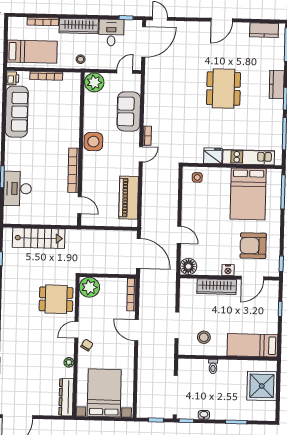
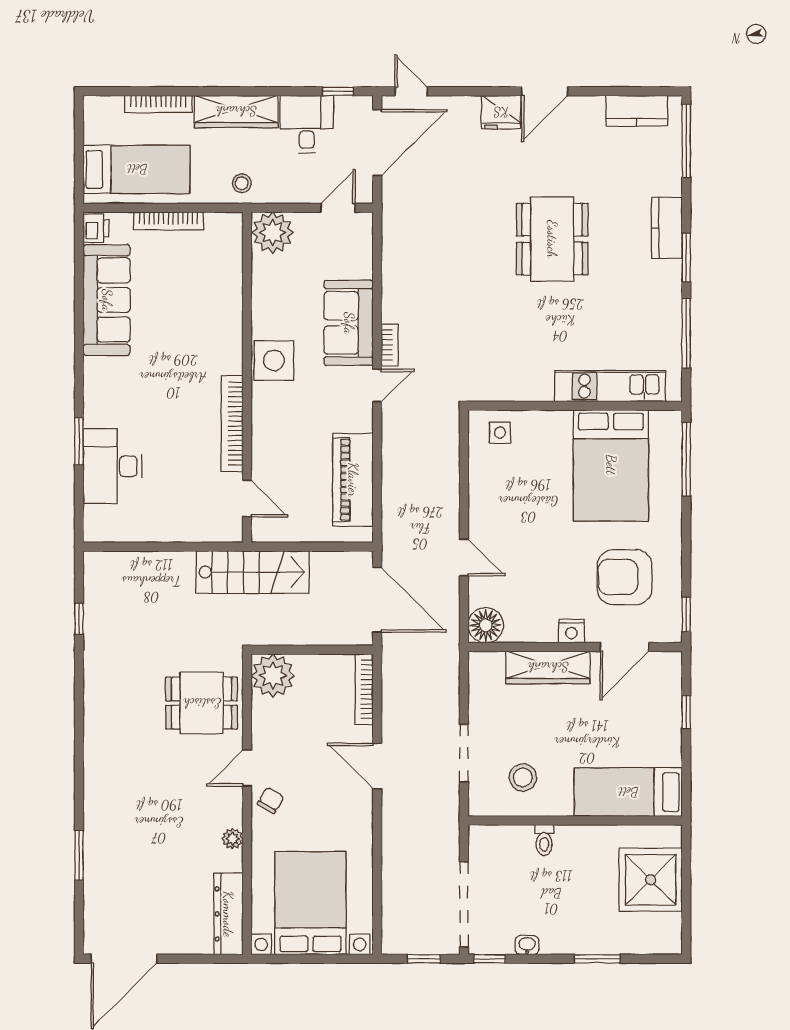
sofa: (129, 111) -> (349, 323), moved
fridge: (213, 156) -> (501, 112), moved, turned 180
stairs: (39, 238) -> (253, 572), moved

